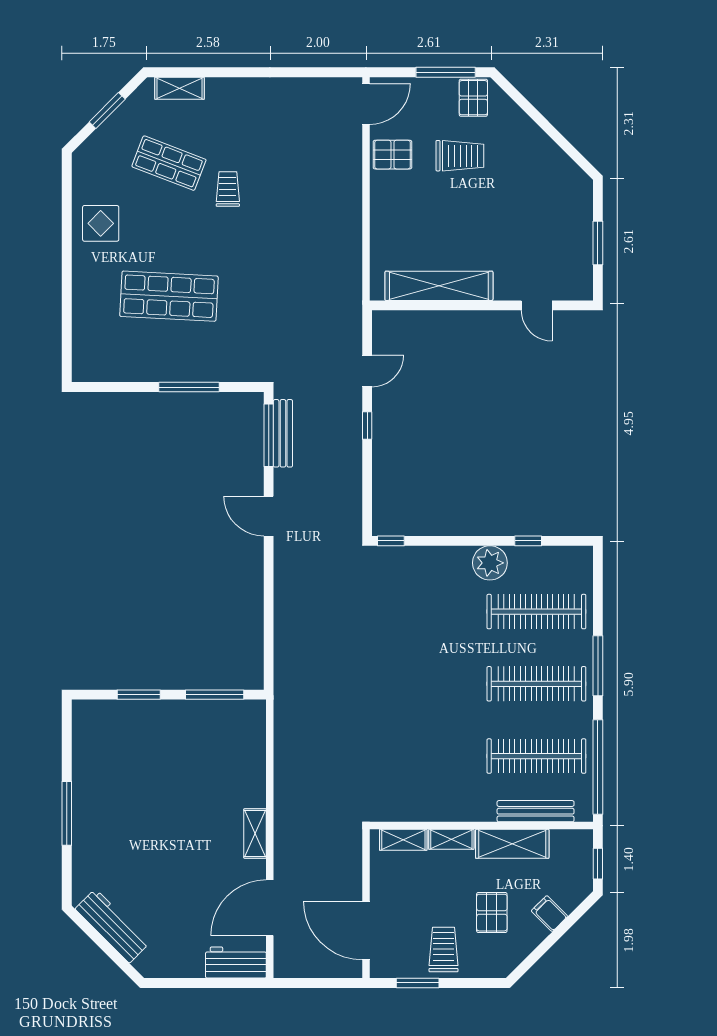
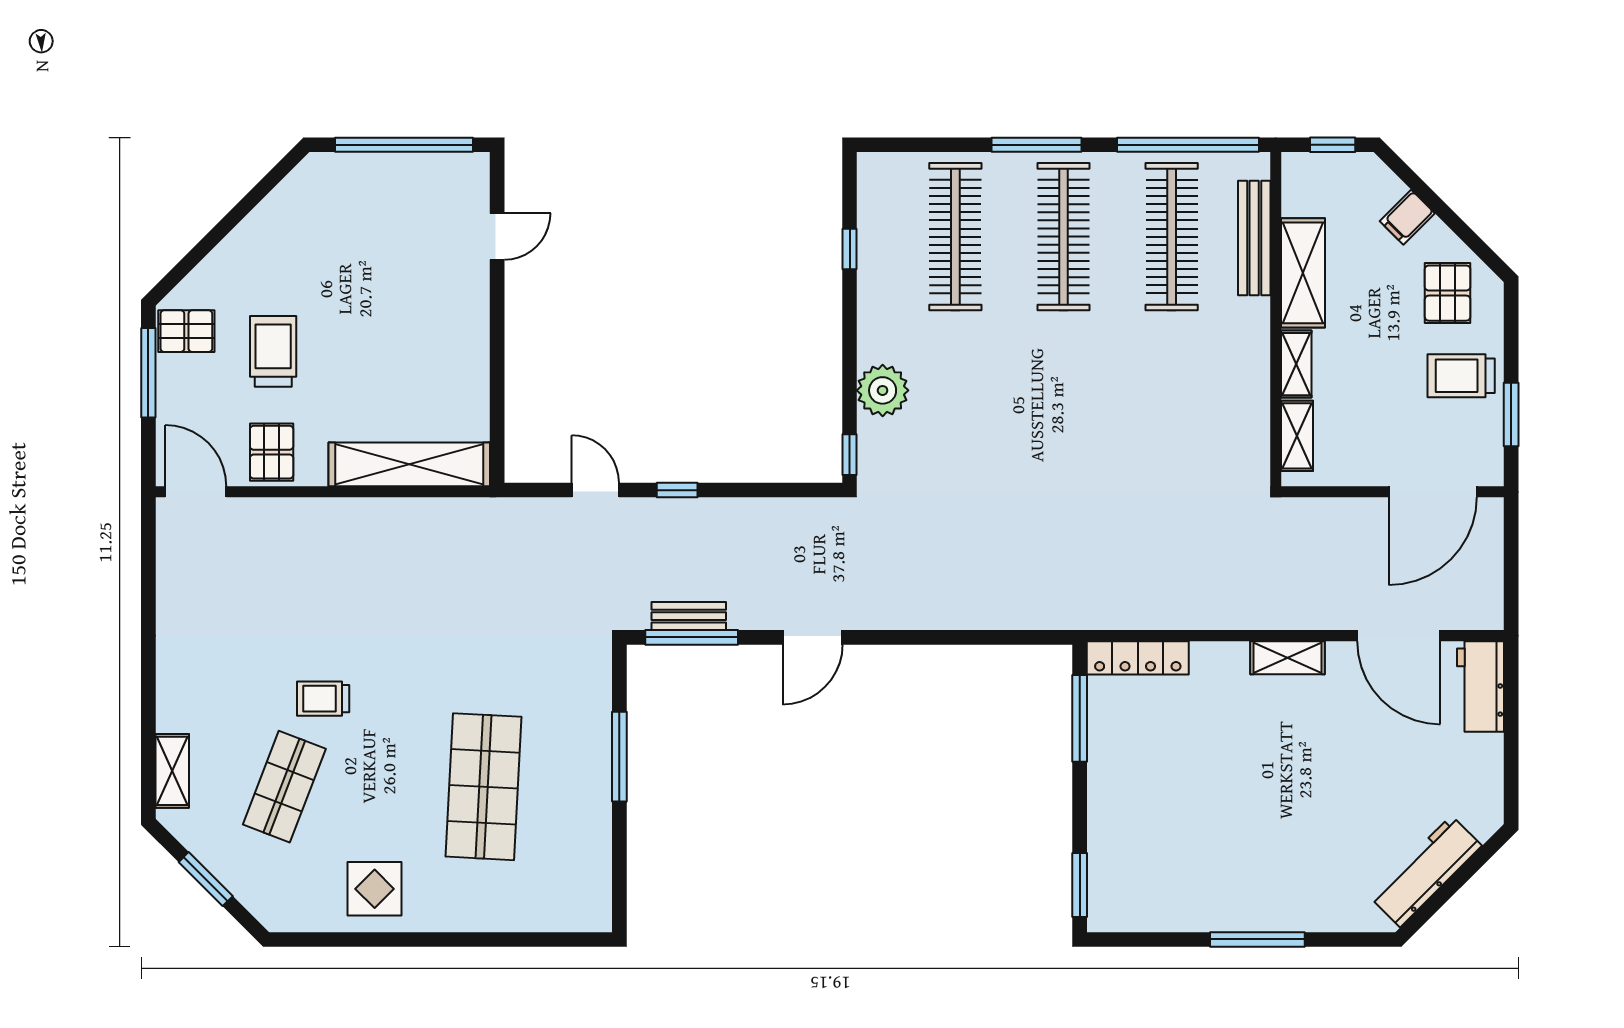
window: (598, 243) -> (404, 145), width x2.11
shelving: (439, 286) -> (409, 464), moved, turned 90
bench: (283, 433) -> (689, 616), width x0.73
plant: (490, 563) -> (883, 390), moved
window: (139, 695) -> (1080, 885), moved
locker: (255, 733) -> (1138, 658), added
pallet: (492, 913) -> (1448, 293), moved, turned 90

